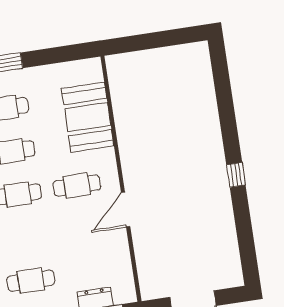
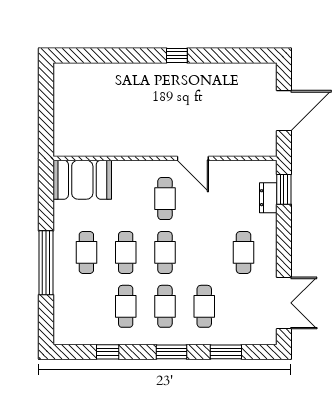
booth: (88, 117) -> (82, 180), moved

